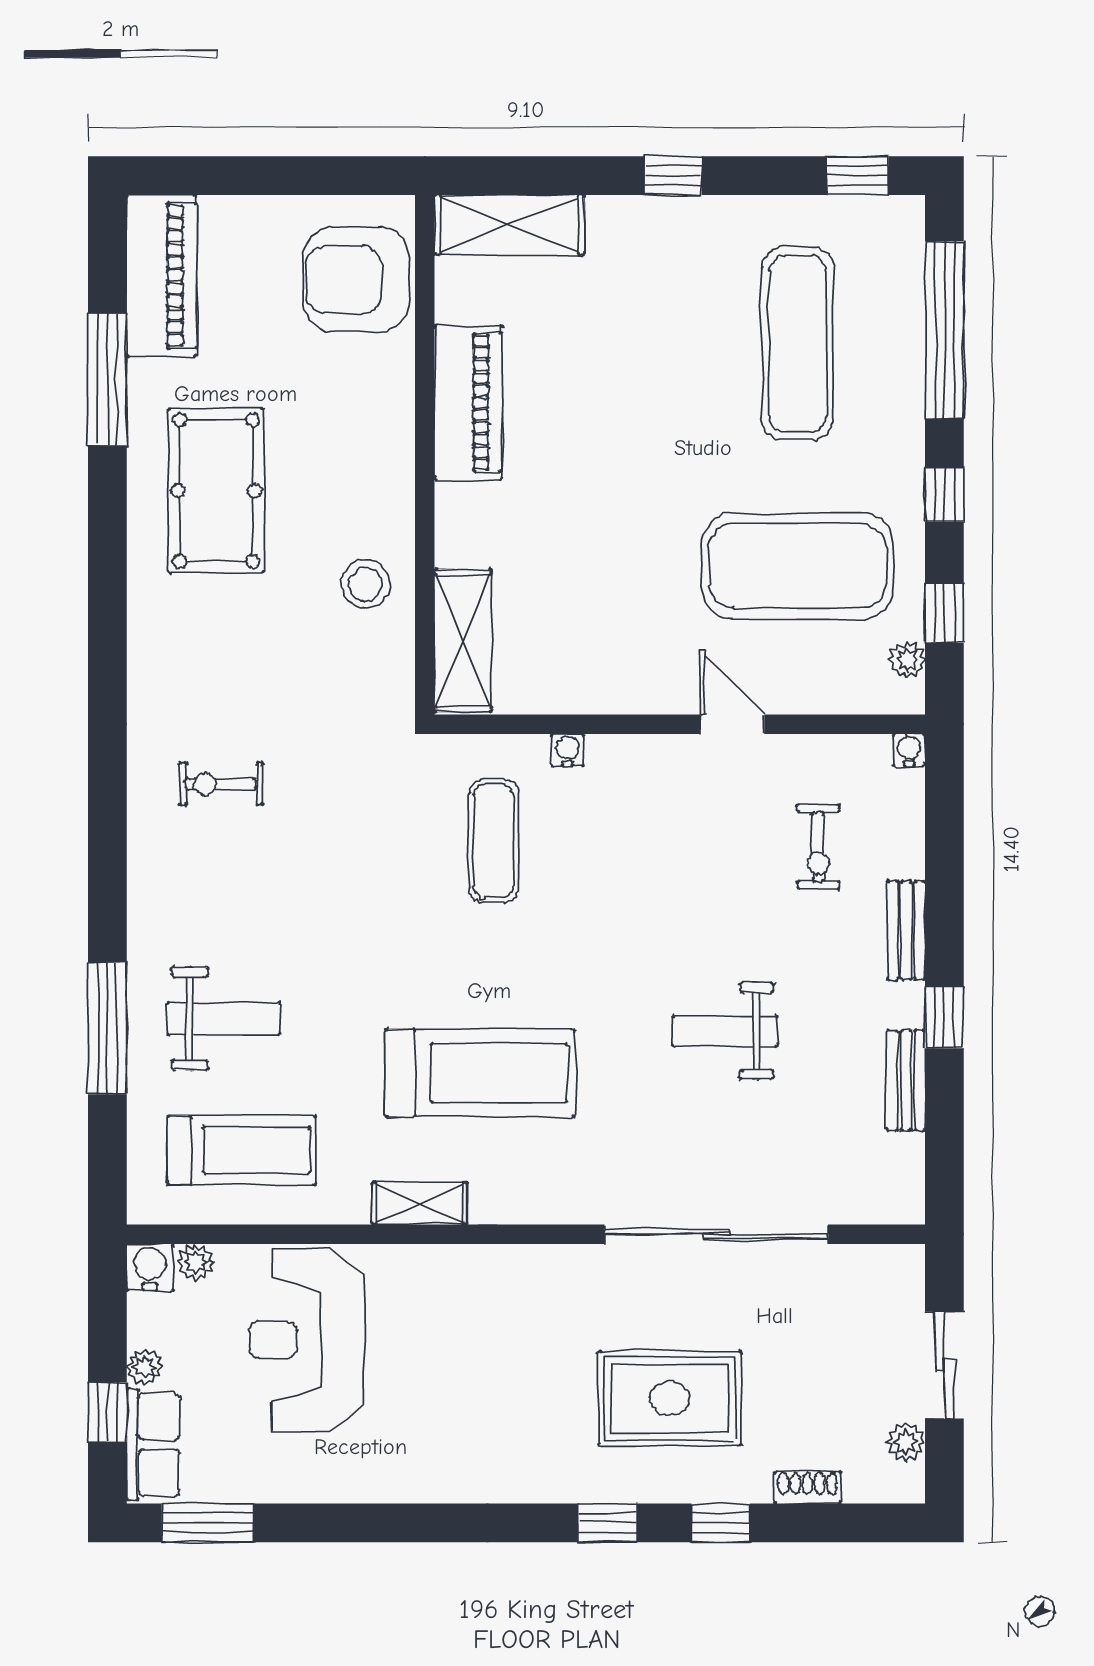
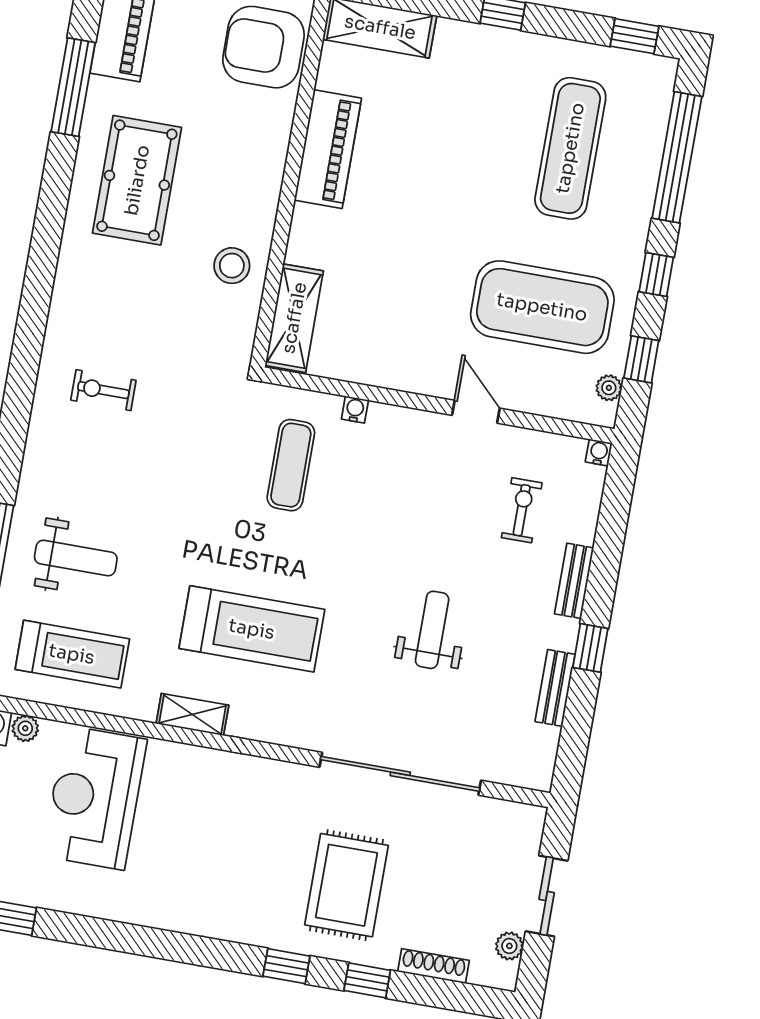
exercise bike: (818, 847) -> (522, 510), turned 180
weight bench: (725, 1031) -> (432, 630), turned 90
rug: (670, 1398) -> (347, 885), turned 90
shoe rack: (807, 1487) -> (433, 966), width x1.43

